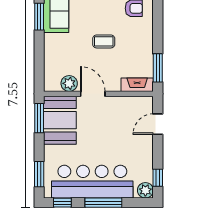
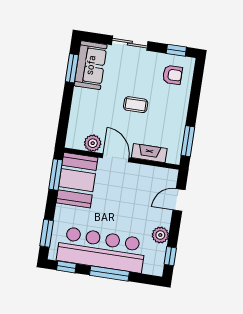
fireplace: (137, 85) -> (149, 153), moved
plant: (145, 190) -> (160, 235), moved

